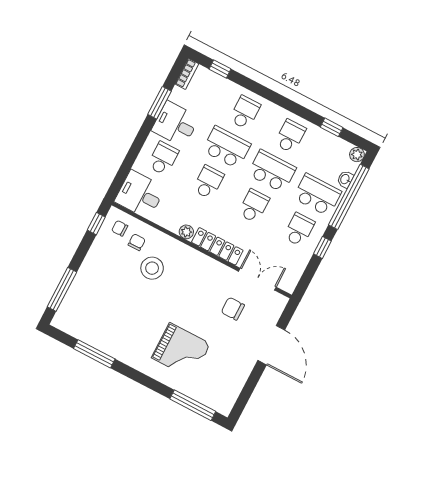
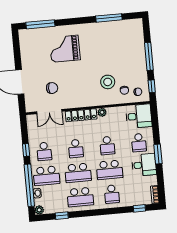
window: (160, 103) -> (158, 154), moved
school desk: (290, 136) -> (80, 197), width x1.85
window: (62, 289) -> (149, 56), moved

